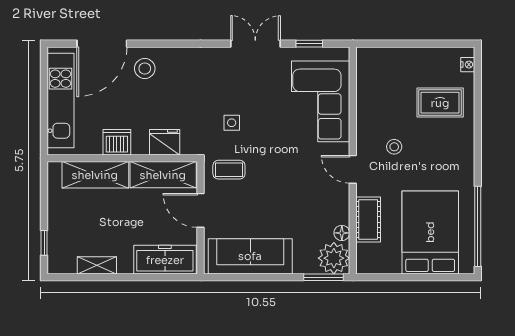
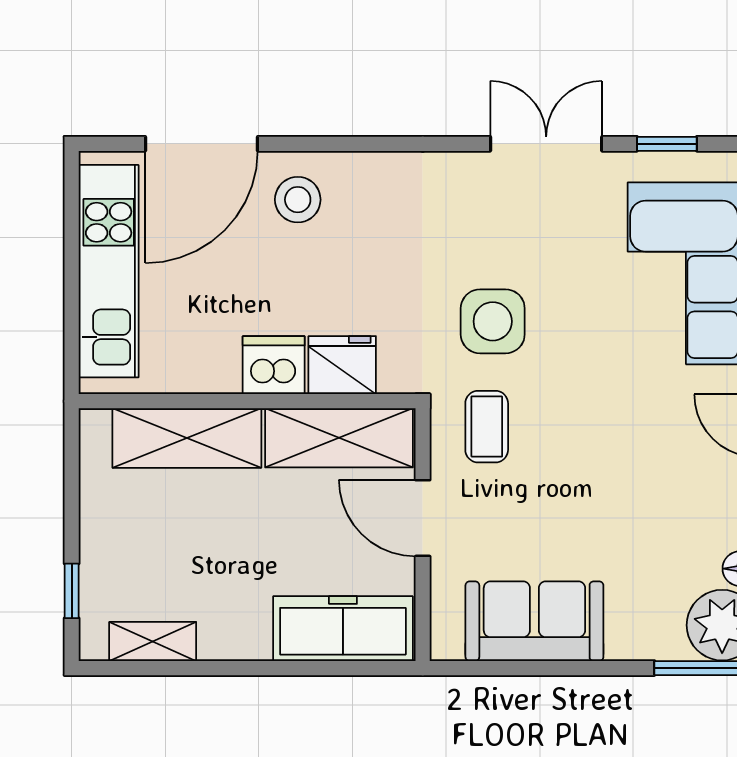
side table: (232, 123) -> (493, 321), width x1.87, depth x1.87
dishwasher: (117, 142) -> (274, 365), moved
coffee table: (229, 170) -> (487, 427), turned 90
sofa: (250, 256) -> (534, 621), width x0.73
shelving: (97, 265) -> (153, 641), moved

